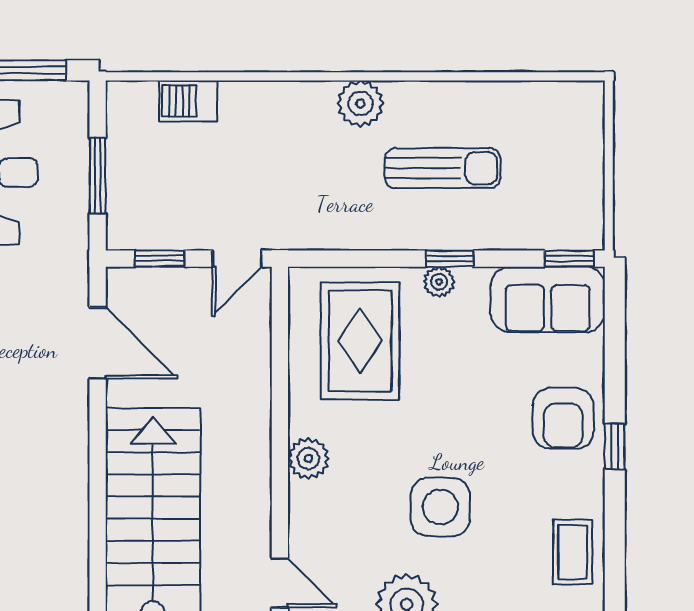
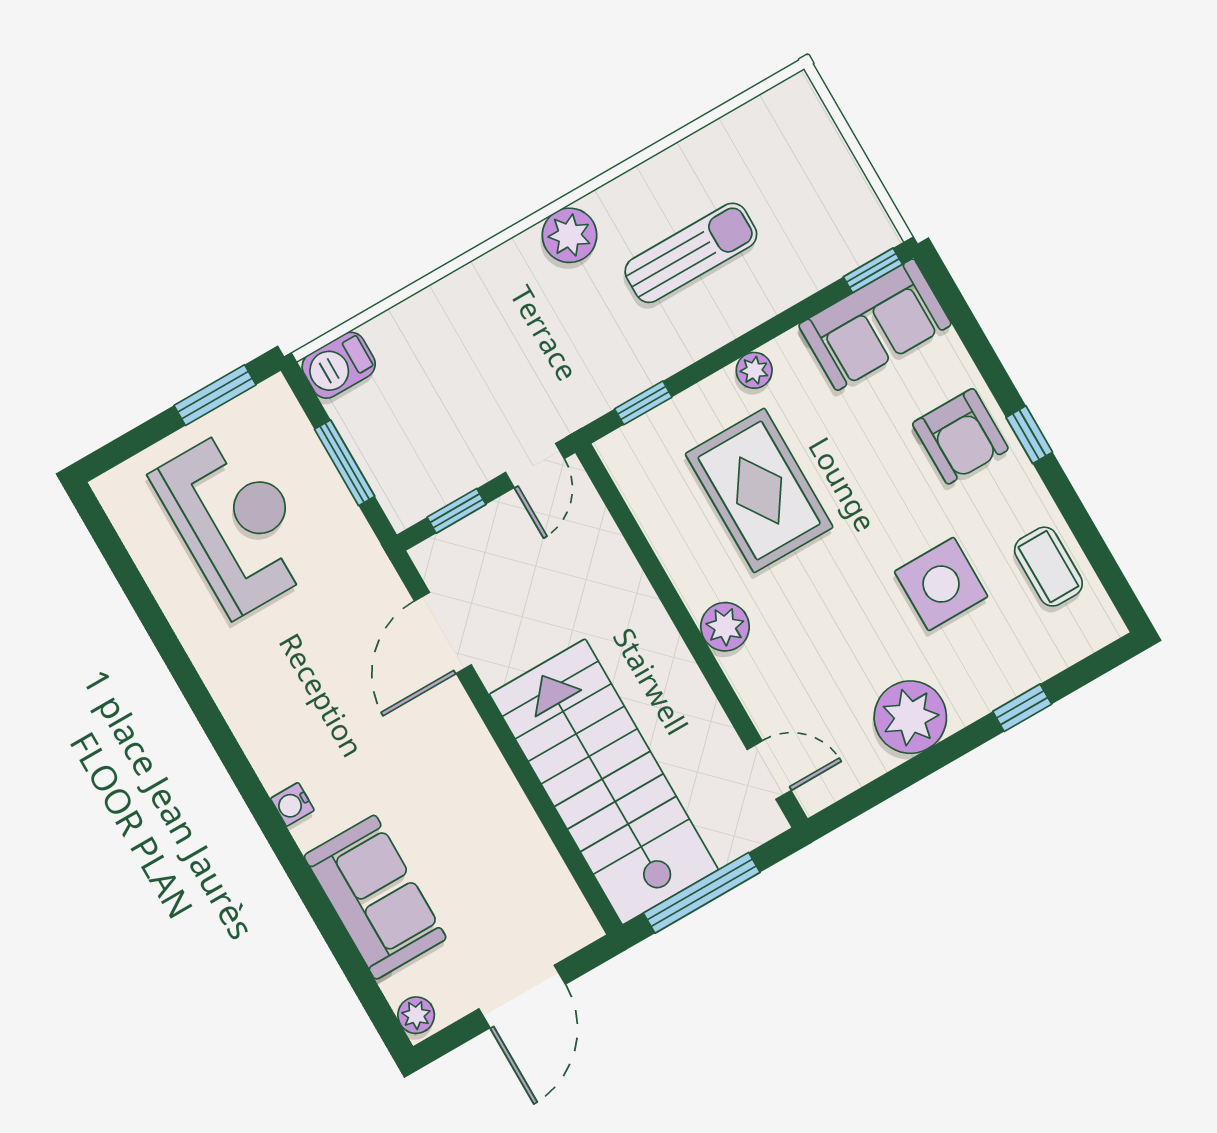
barbecue: (188, 101) -> (339, 365), moved
window: (450, 259) -> (643, 403), moved
rug: (360, 341) -> (759, 490), moved
door: (98, 343) -> (443, 633), swing flipped
side table: (440, 507) -> (941, 584), moved

